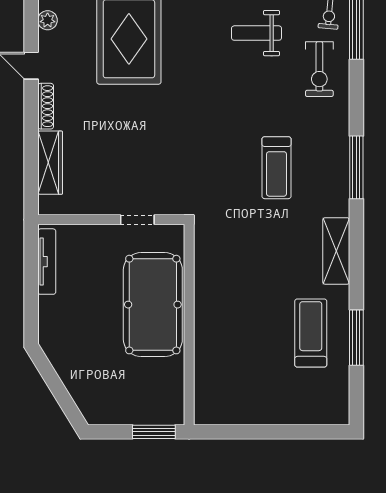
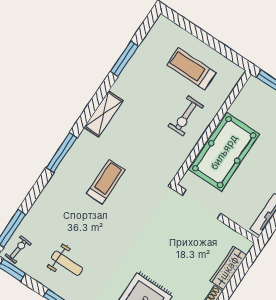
exercise bike: (319, 69) -> (186, 116), moved, turned 180
doorway: (137, 220) -> (201, 204), width x1.88
treadmill: (311, 333) -> (191, 69), moved, turned 90

